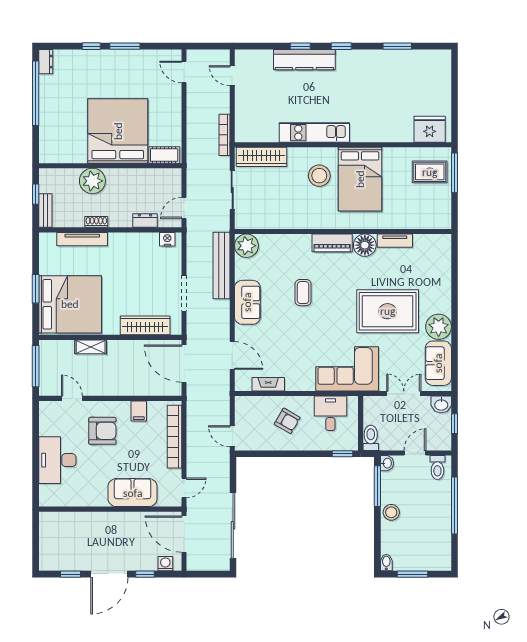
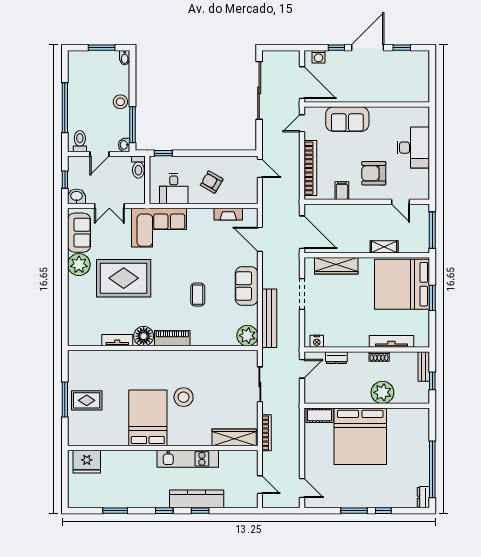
fridge: (430, 129) -> (87, 462), moved
kitchen unit: (314, 133) -> (188, 459), moved
wall: (343, 145) -> (163, 448), moved
wardrobe: (261, 157) -> (234, 437), moved
bed: (360, 179) -> (148, 418), moved

